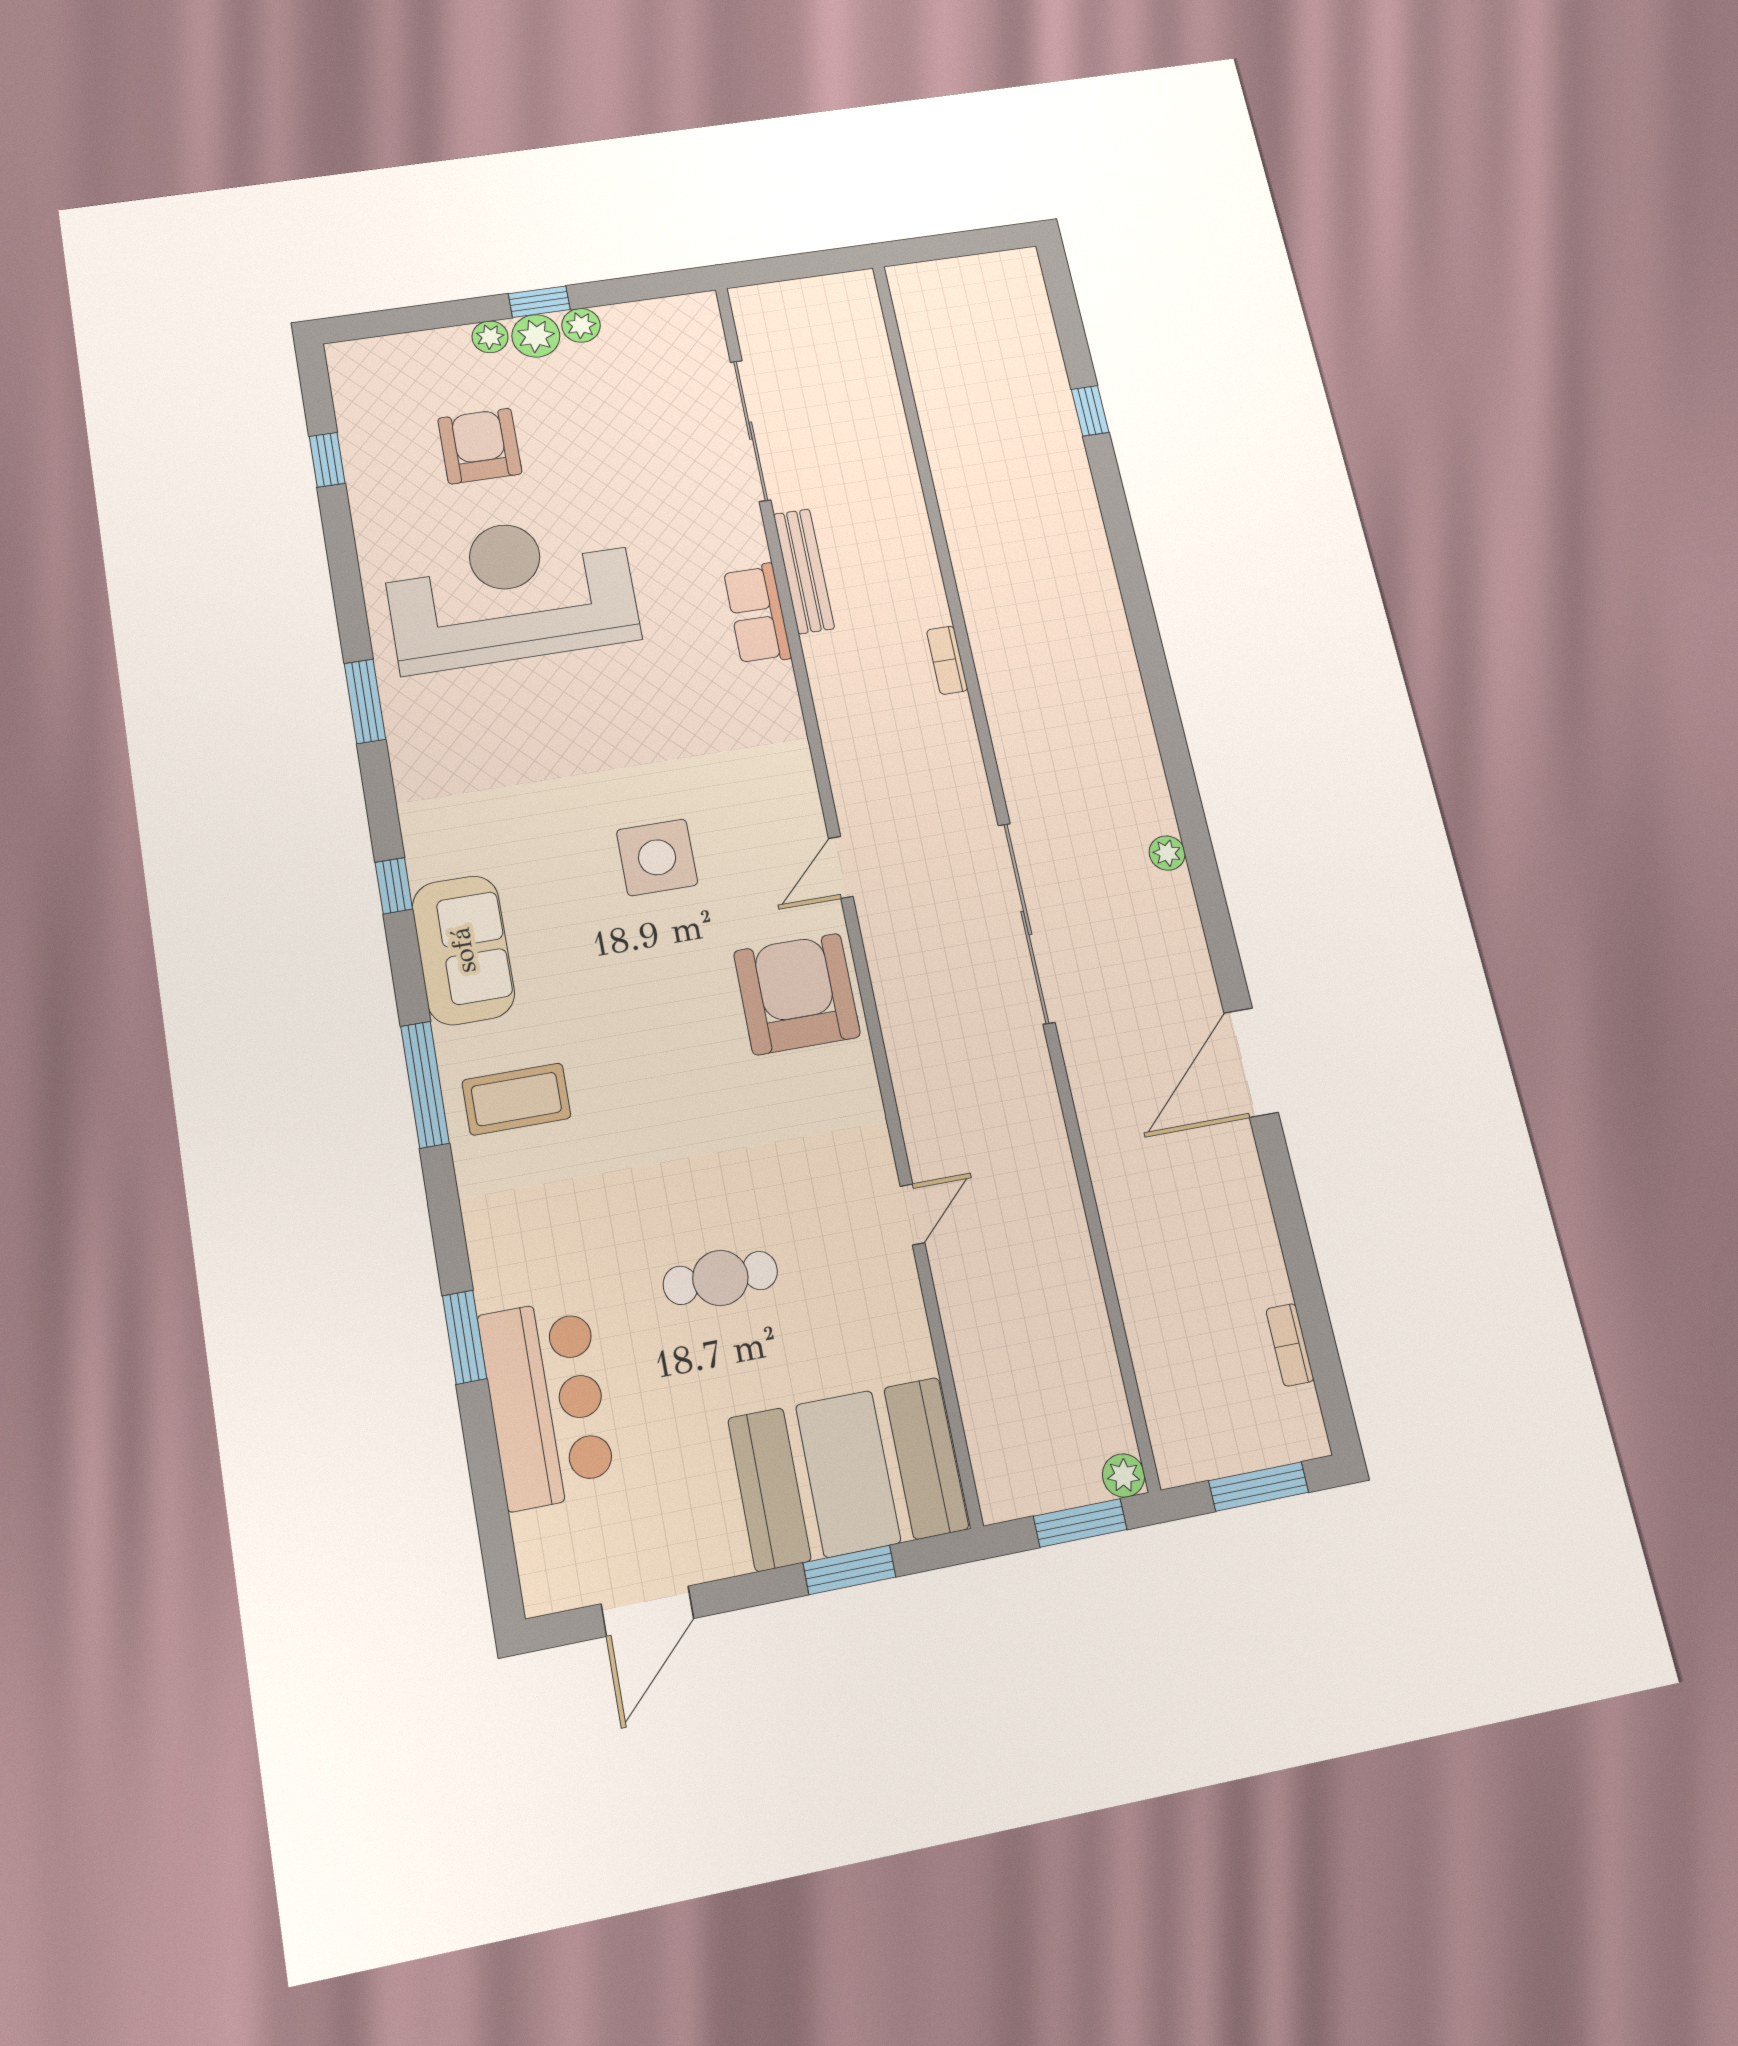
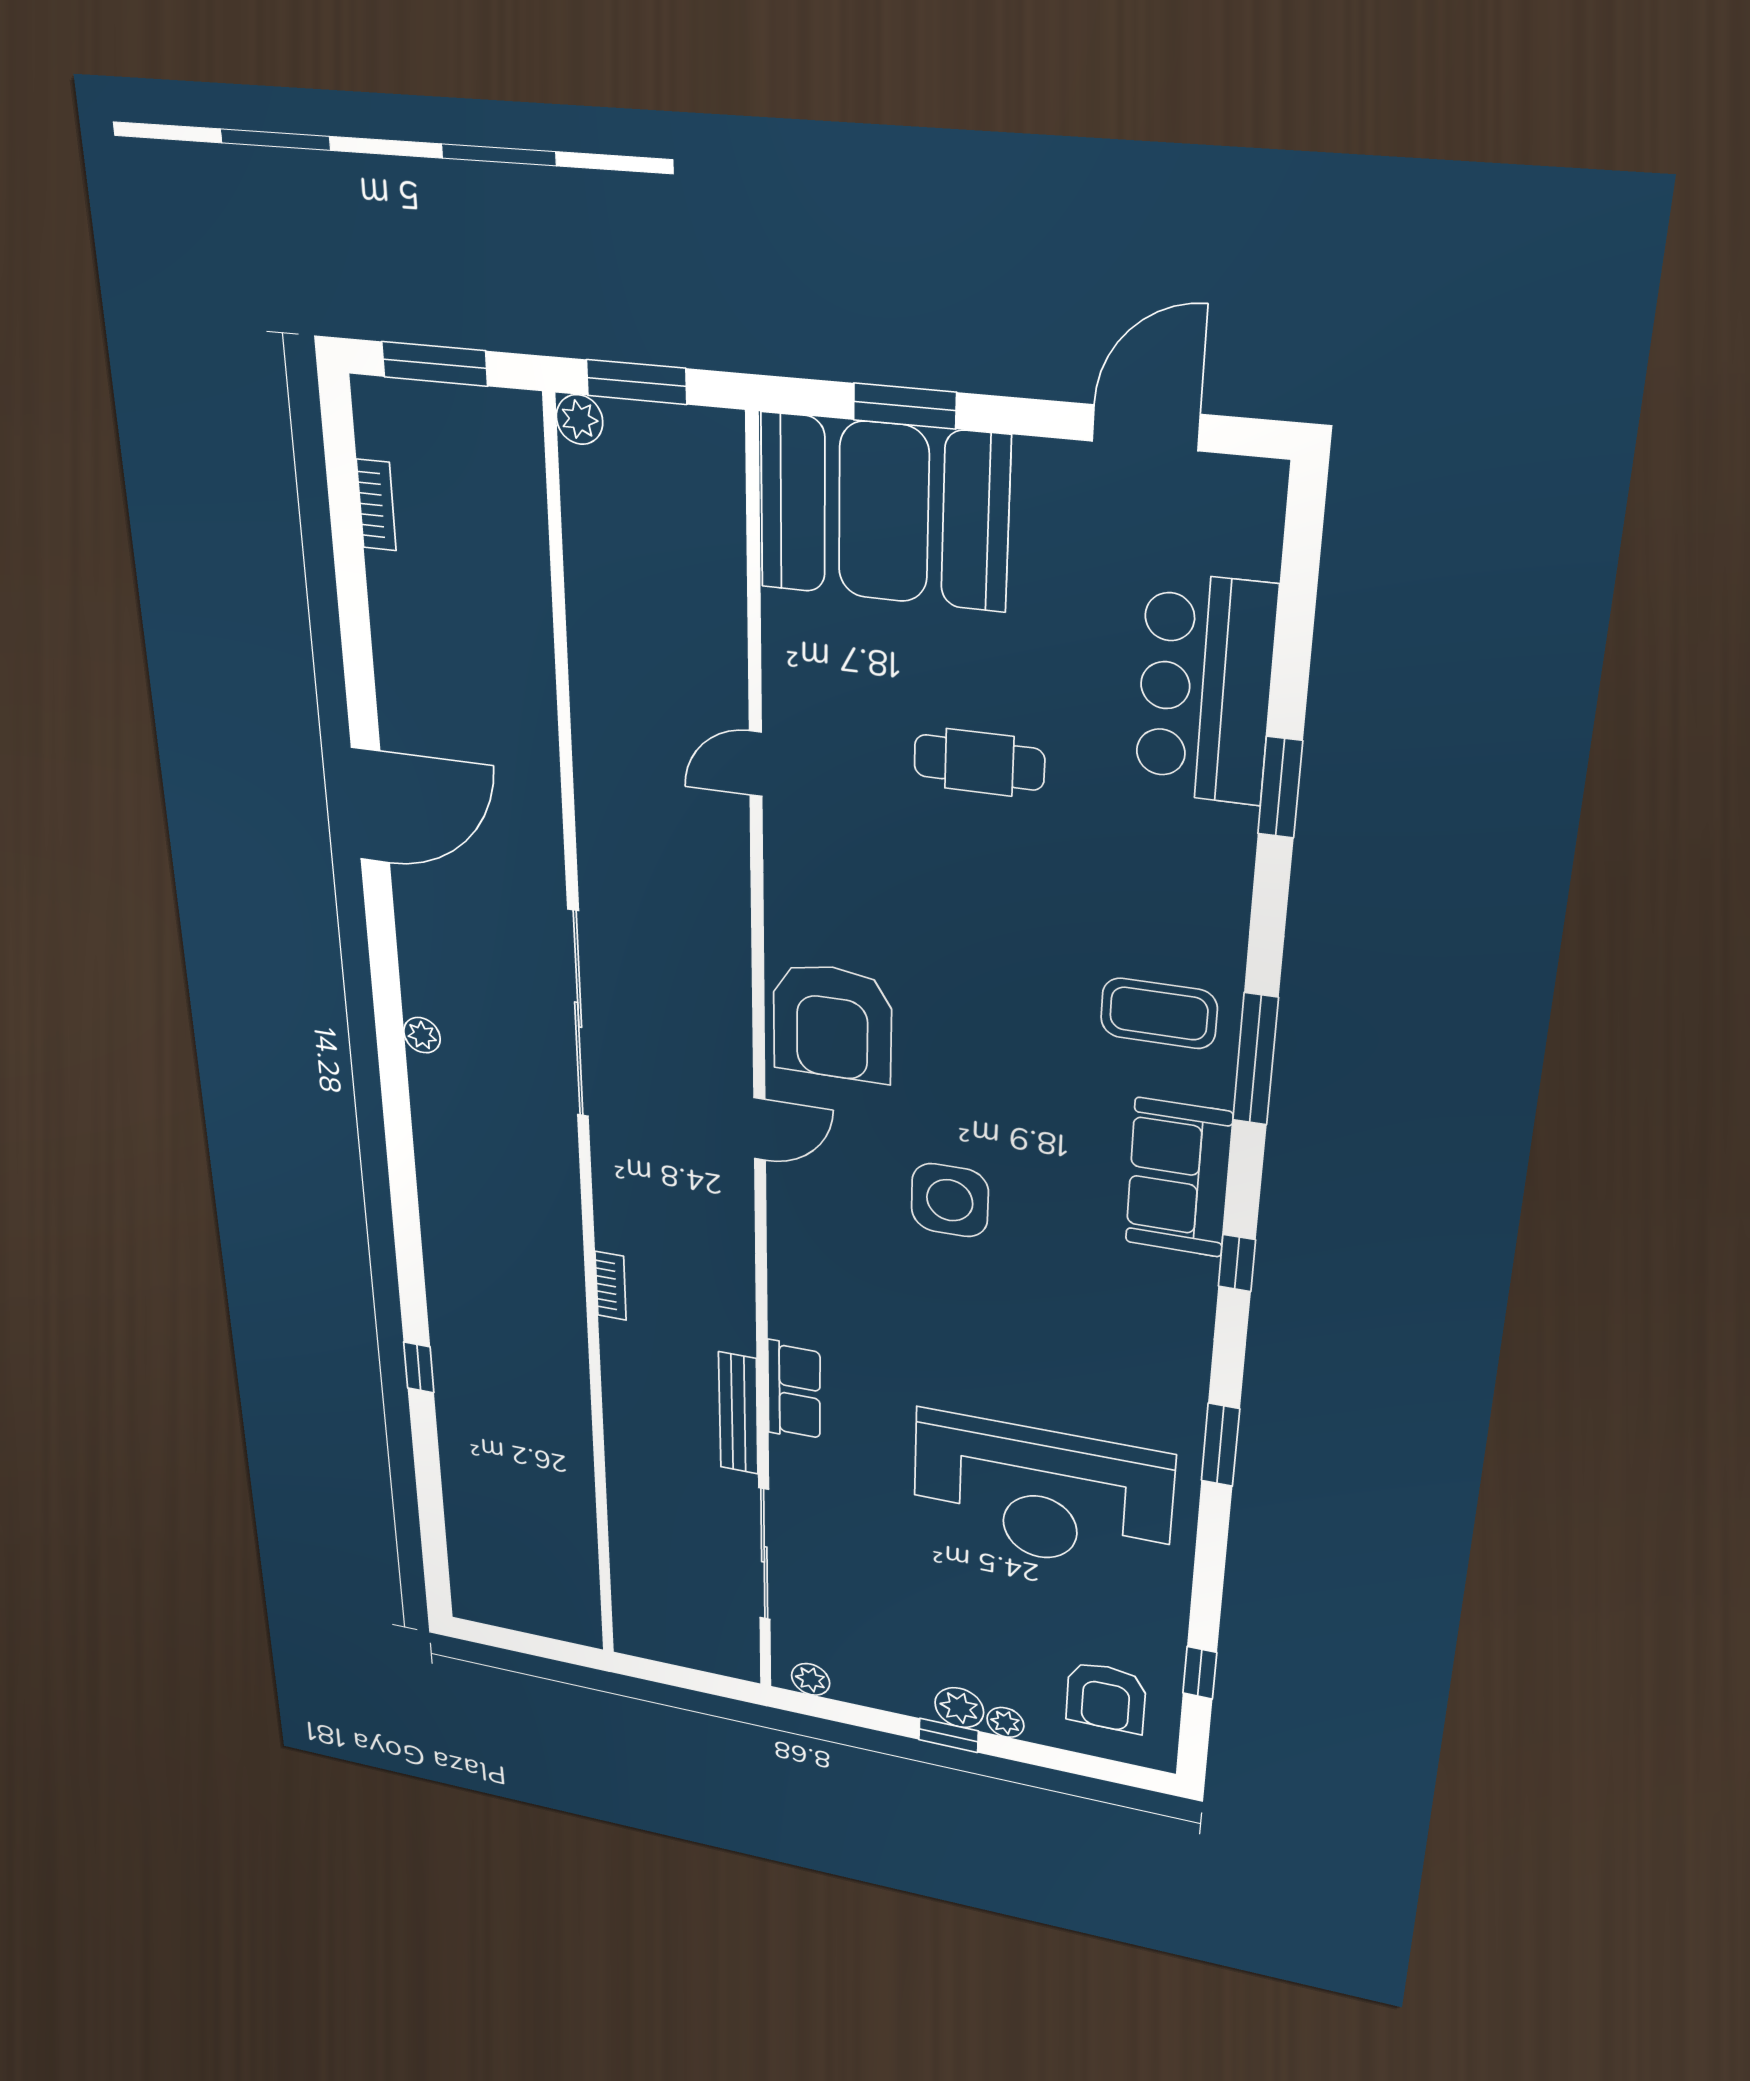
plant: (581, 325) -> (811, 1679), moved
window: (1090, 411) -> (419, 1367), moved
armchair: (480, 446) -> (1106, 1697), moved

